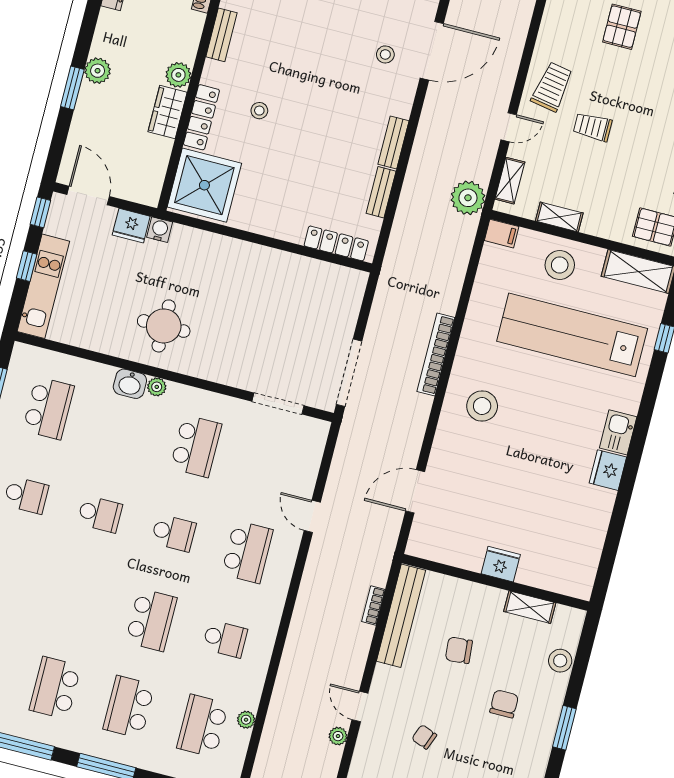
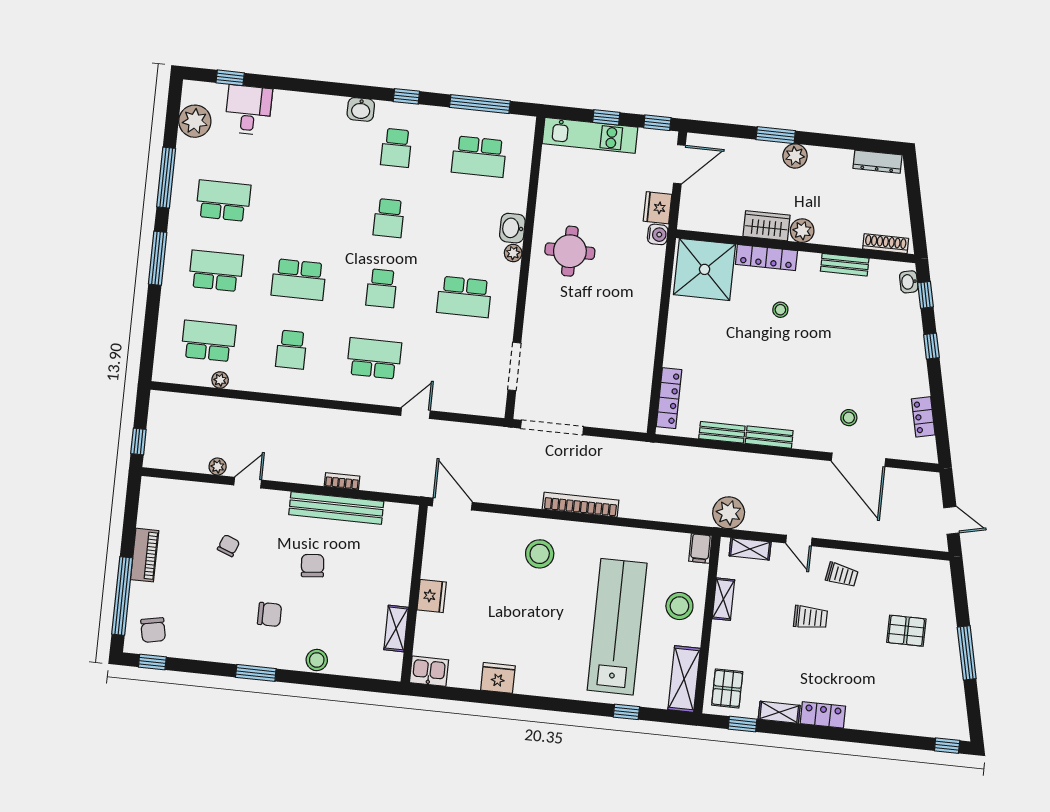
trolley: (552, 87) -> (842, 575), width x0.73, depth x0.72
trolley: (593, 127) -> (811, 617), turned 90
kitchen sink: (618, 432) -> (429, 671), moved
school desk: (247, 552) -> (374, 358), turned 180
fridge: (501, 564) -> (432, 596), moved
wall: (496, 582) -> (414, 594), moved
shelving: (530, 607) -> (396, 628), moved

